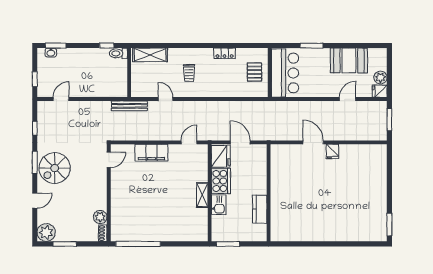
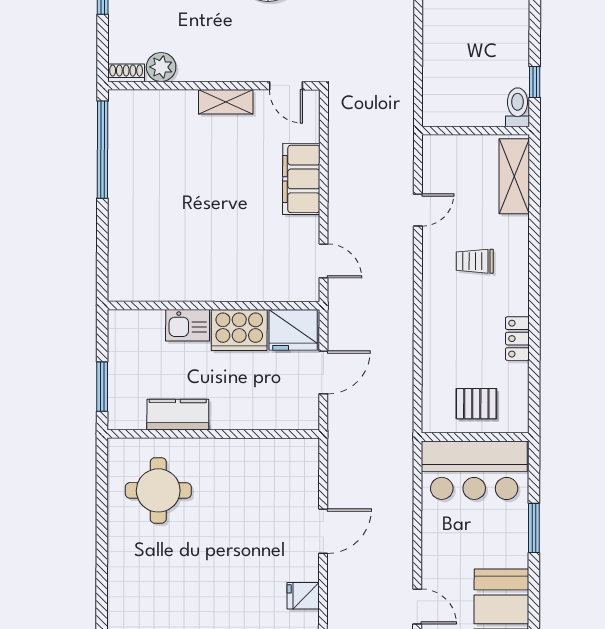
bench: (129, 106) -> (403, 131), removed
fridge: (333, 151) -> (303, 596), moved
shelving: (202, 195) -> (226, 102), moved
round table: (295, 218) -> (158, 490), added
window: (228, 244) -> (102, 387), moved

